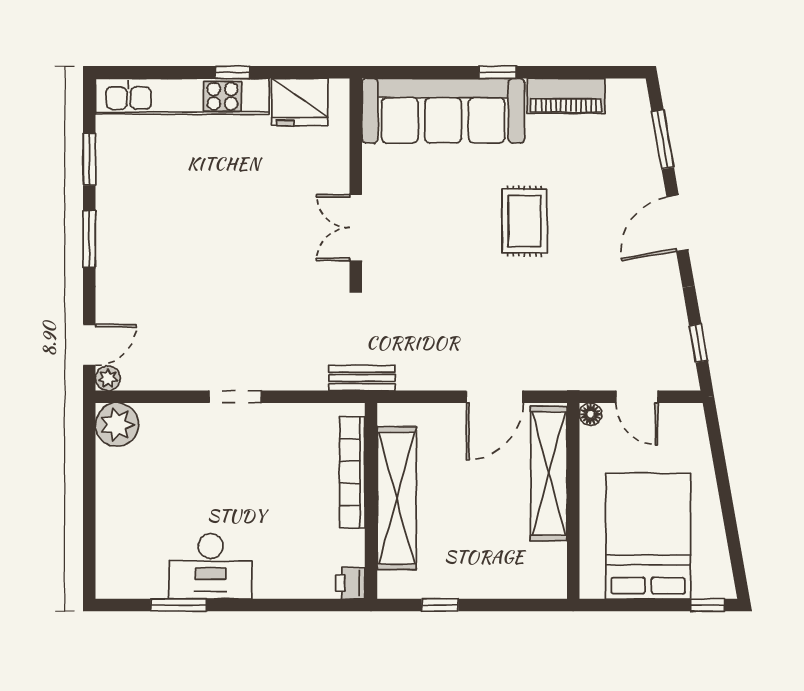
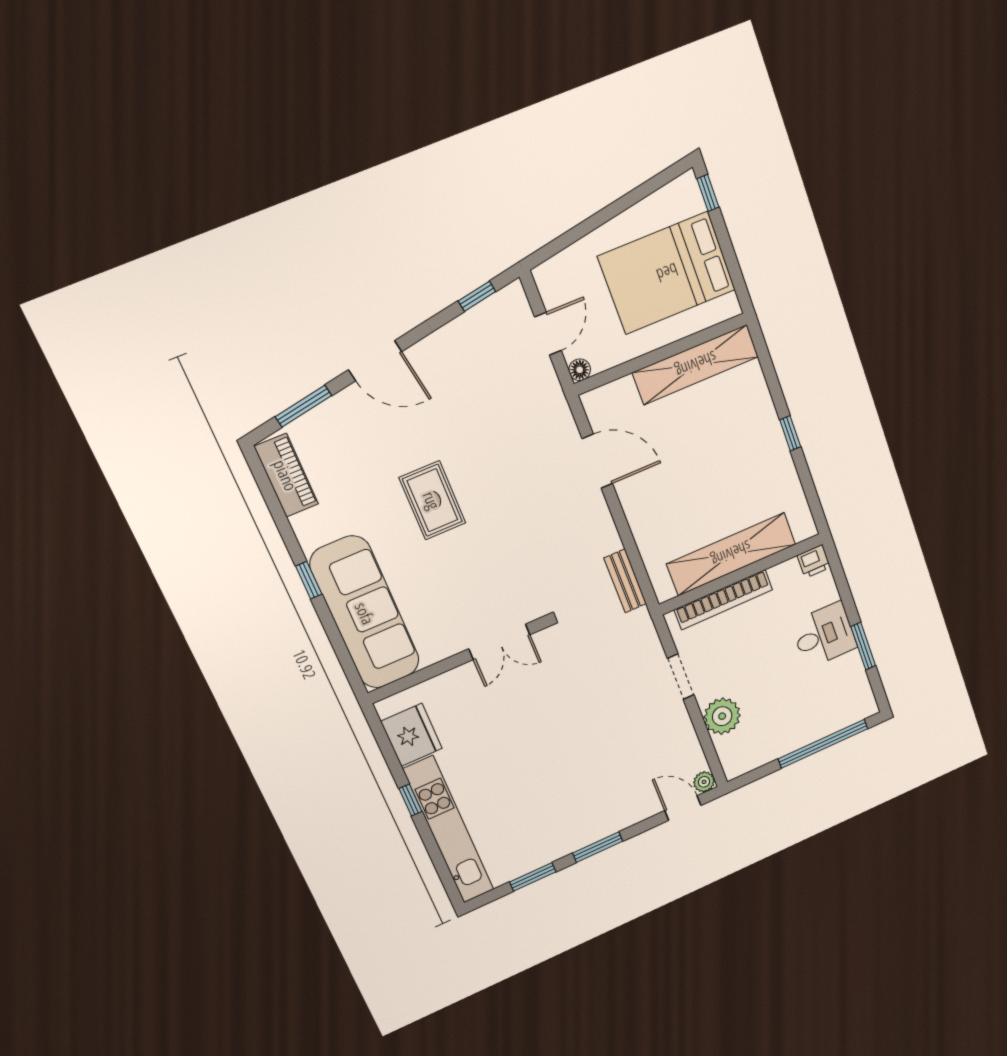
piano: (566, 96) -> (286, 475), moved
rug: (525, 221) -> (432, 500), turned 90
plant: (117, 425) -> (722, 716), moved
bookcase: (352, 472) -> (724, 600), moved
shelving: (549, 473) -> (696, 365), moved
shelving: (397, 498) -> (731, 554), moved
wall: (371, 501) -> (741, 574), moved
window: (89, 523) -> (823, 744), added
desk: (211, 566) -> (824, 635), width x0.73
printer: (350, 583) -> (814, 561), moved

